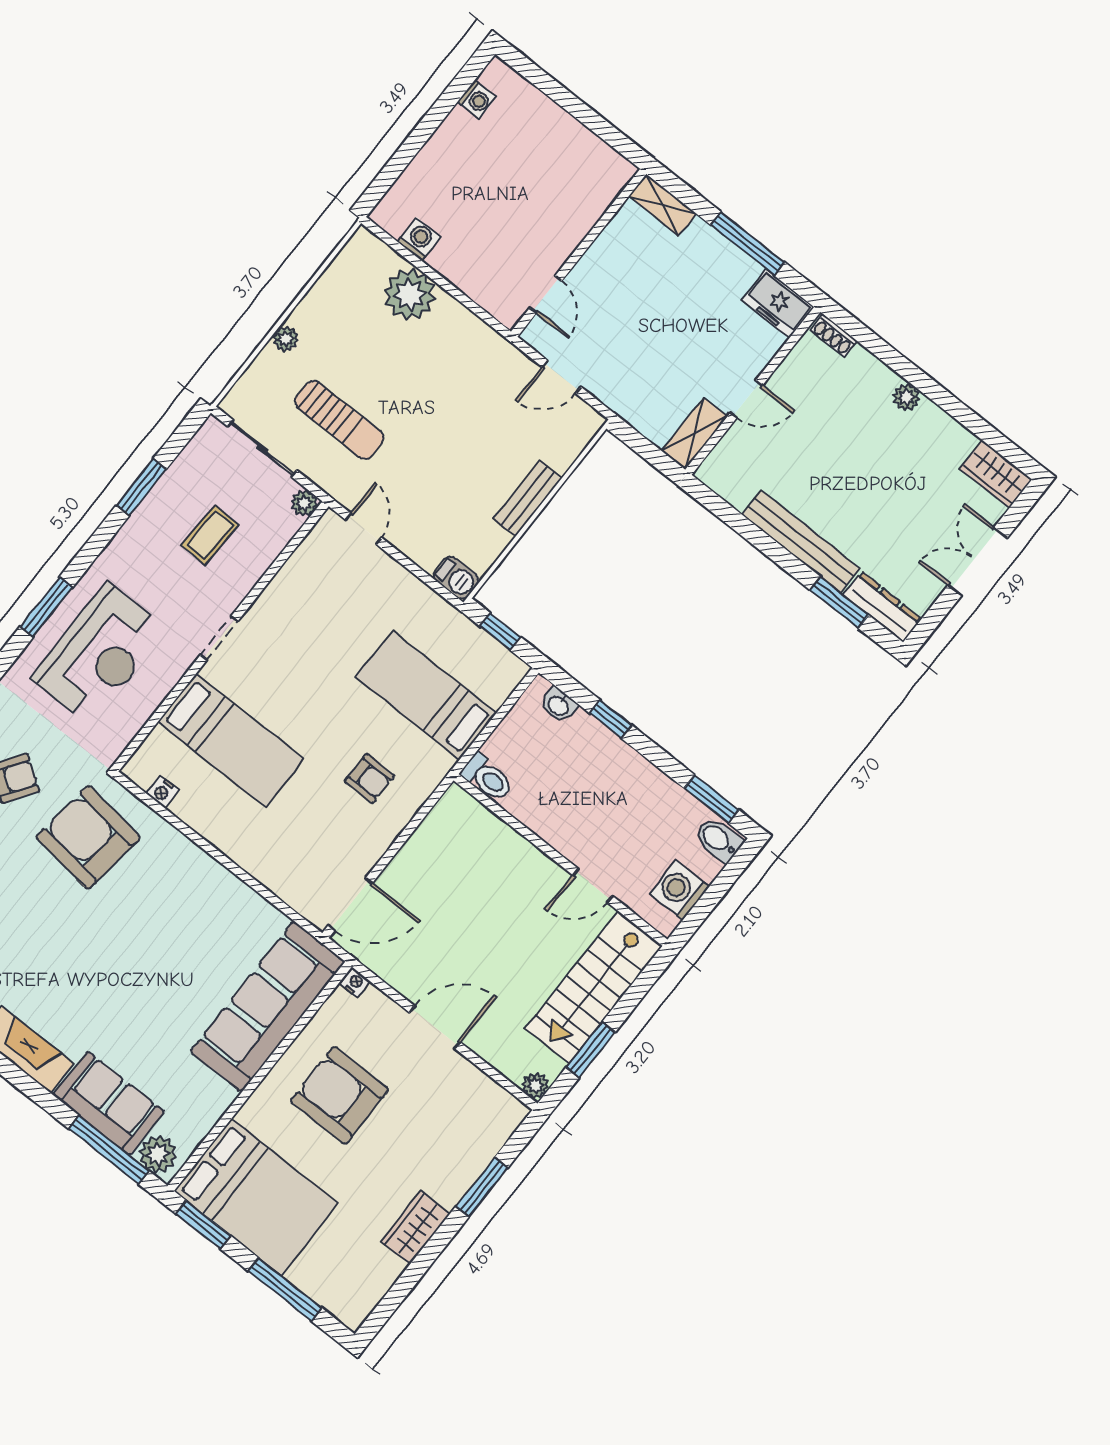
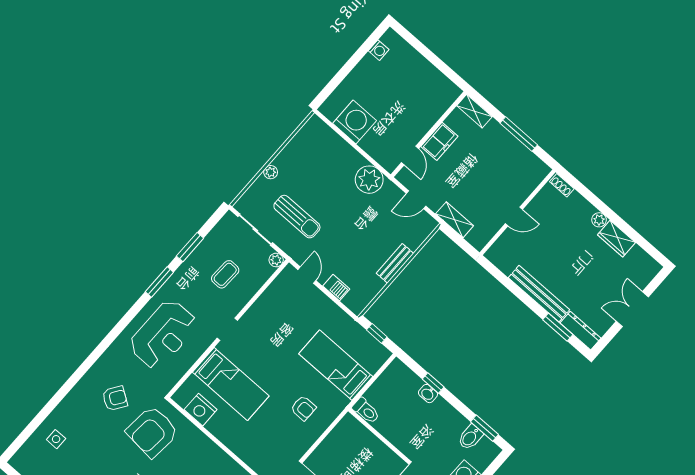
washing machine: (419, 239) -> (355, 122), width x1.89, depth x1.89
plant: (410, 295) -> (369, 180), moved
freezer: (778, 303) -> (439, 141), moved, turned -90
shelving: (694, 433) -> (455, 220), moved, turned 90
wardrobe: (996, 474) -> (616, 239), moved
barbecue: (456, 578) -> (336, 287), moved
window: (46, 607) -> (159, 282), moved
washbasin: (559, 705) -> (428, 394), moved
nightstand: (162, 792) -> (201, 410), width x1.89, depth x1.79
armchair: (88, 837) -> (152, 432), turned -92
bidet: (718, 840) -> (470, 437), moved, turned -90

